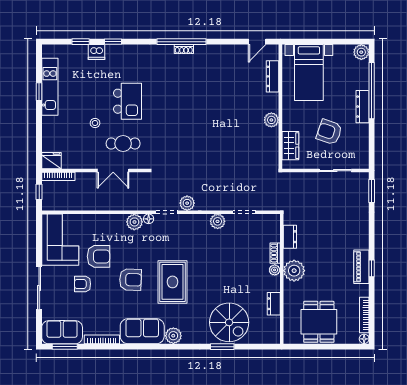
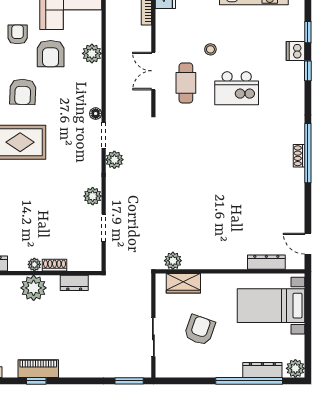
dresser: (363, 107) -> (262, 370), moved
plant: (271, 120) -> (173, 261), moved
plant: (134, 222) -> (92, 53), moved

